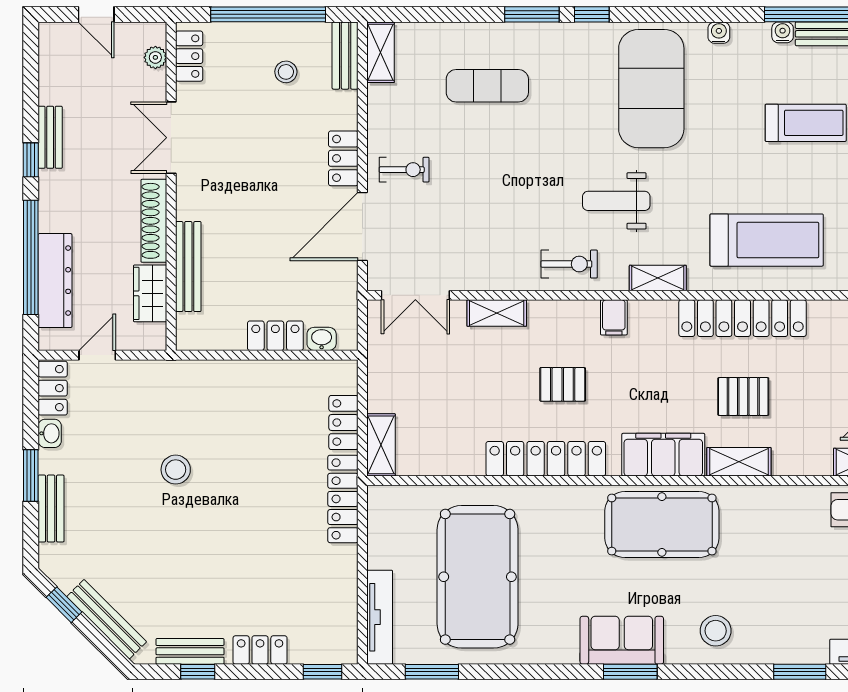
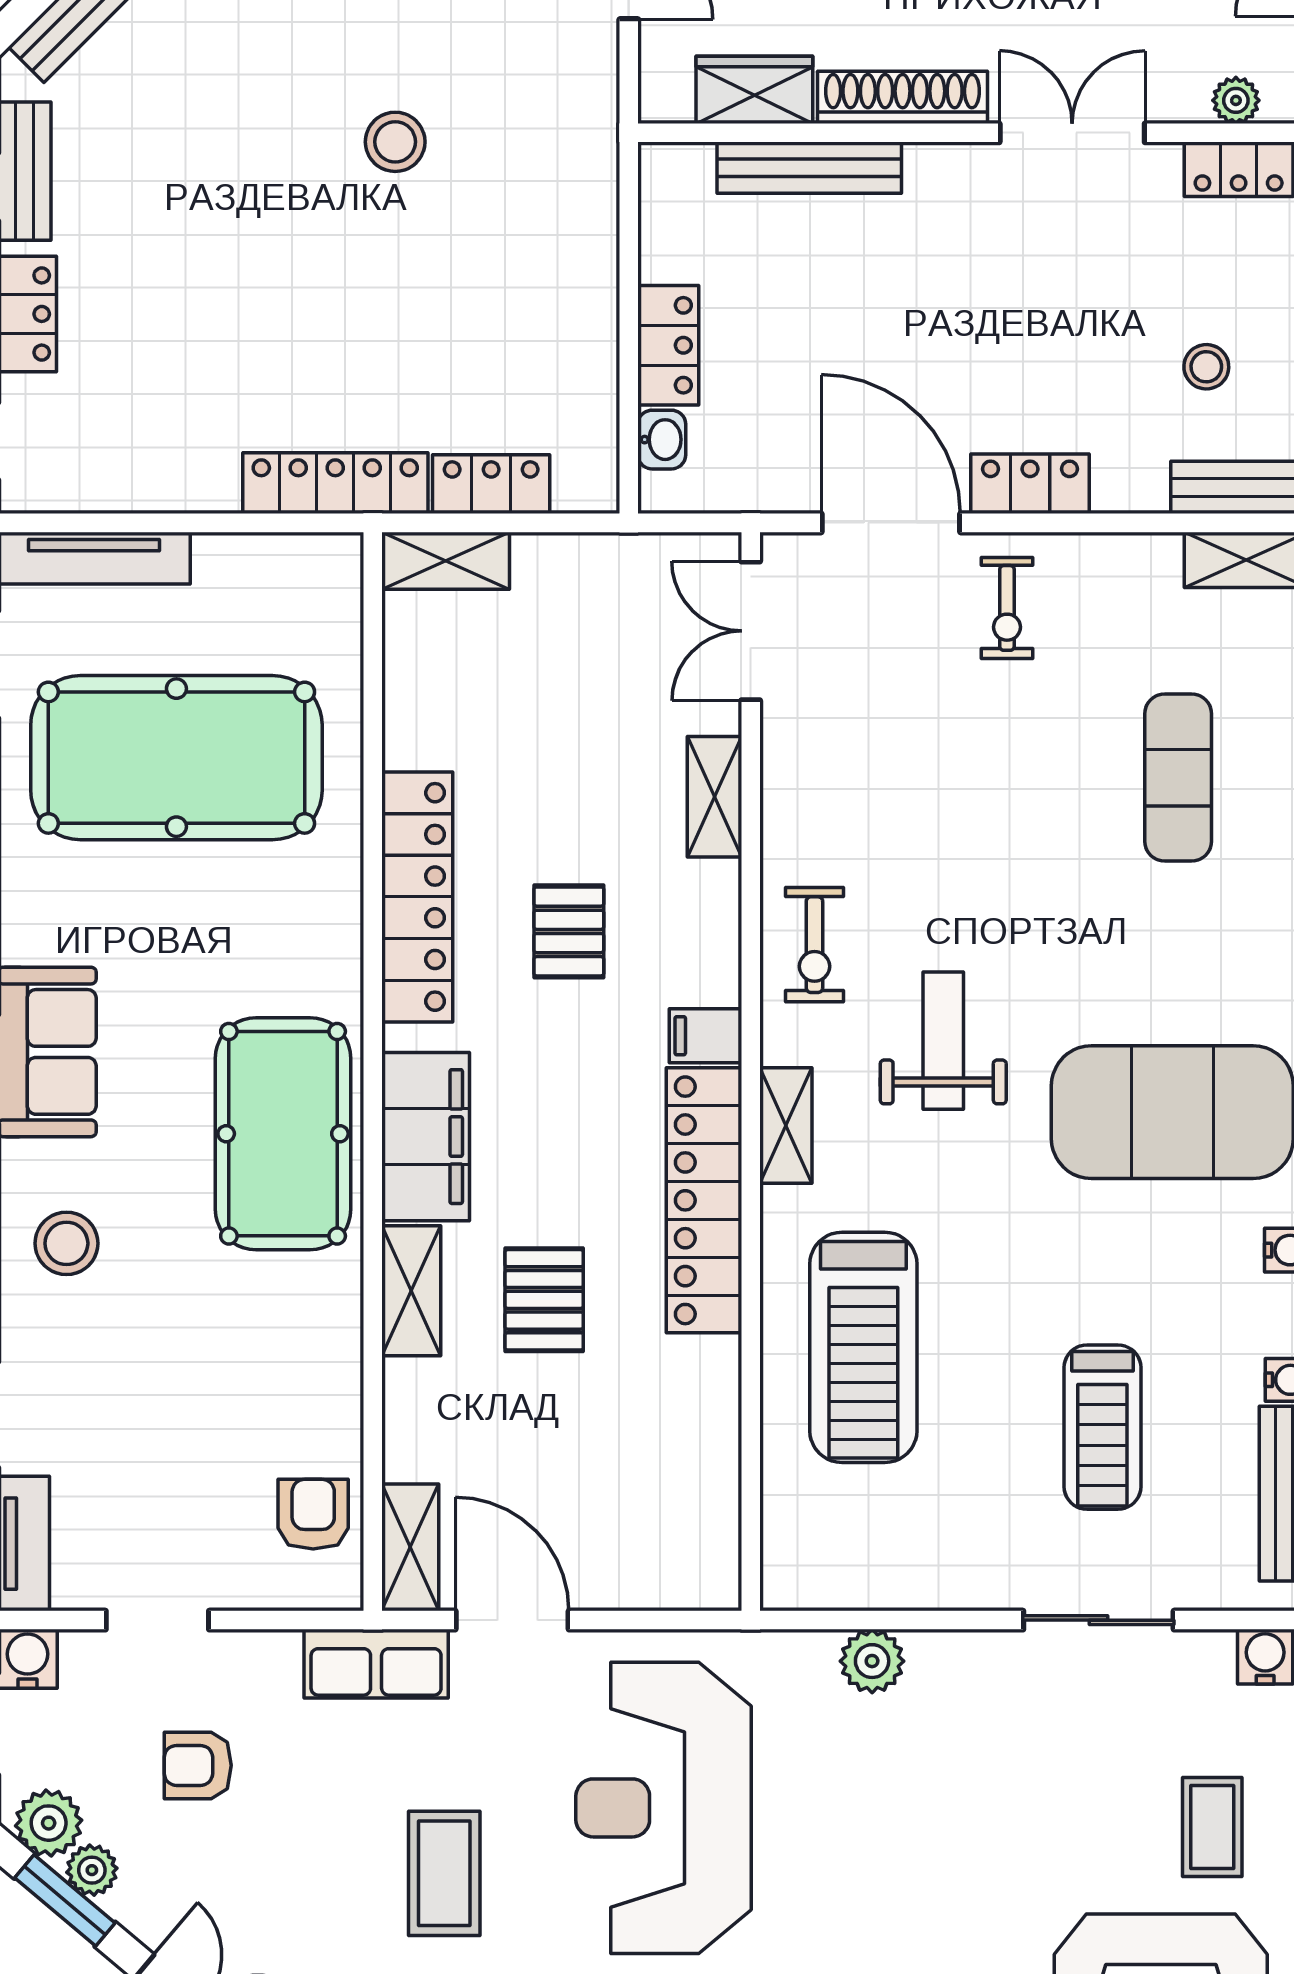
locker: (743, 318) -> (704, 1200), moved

